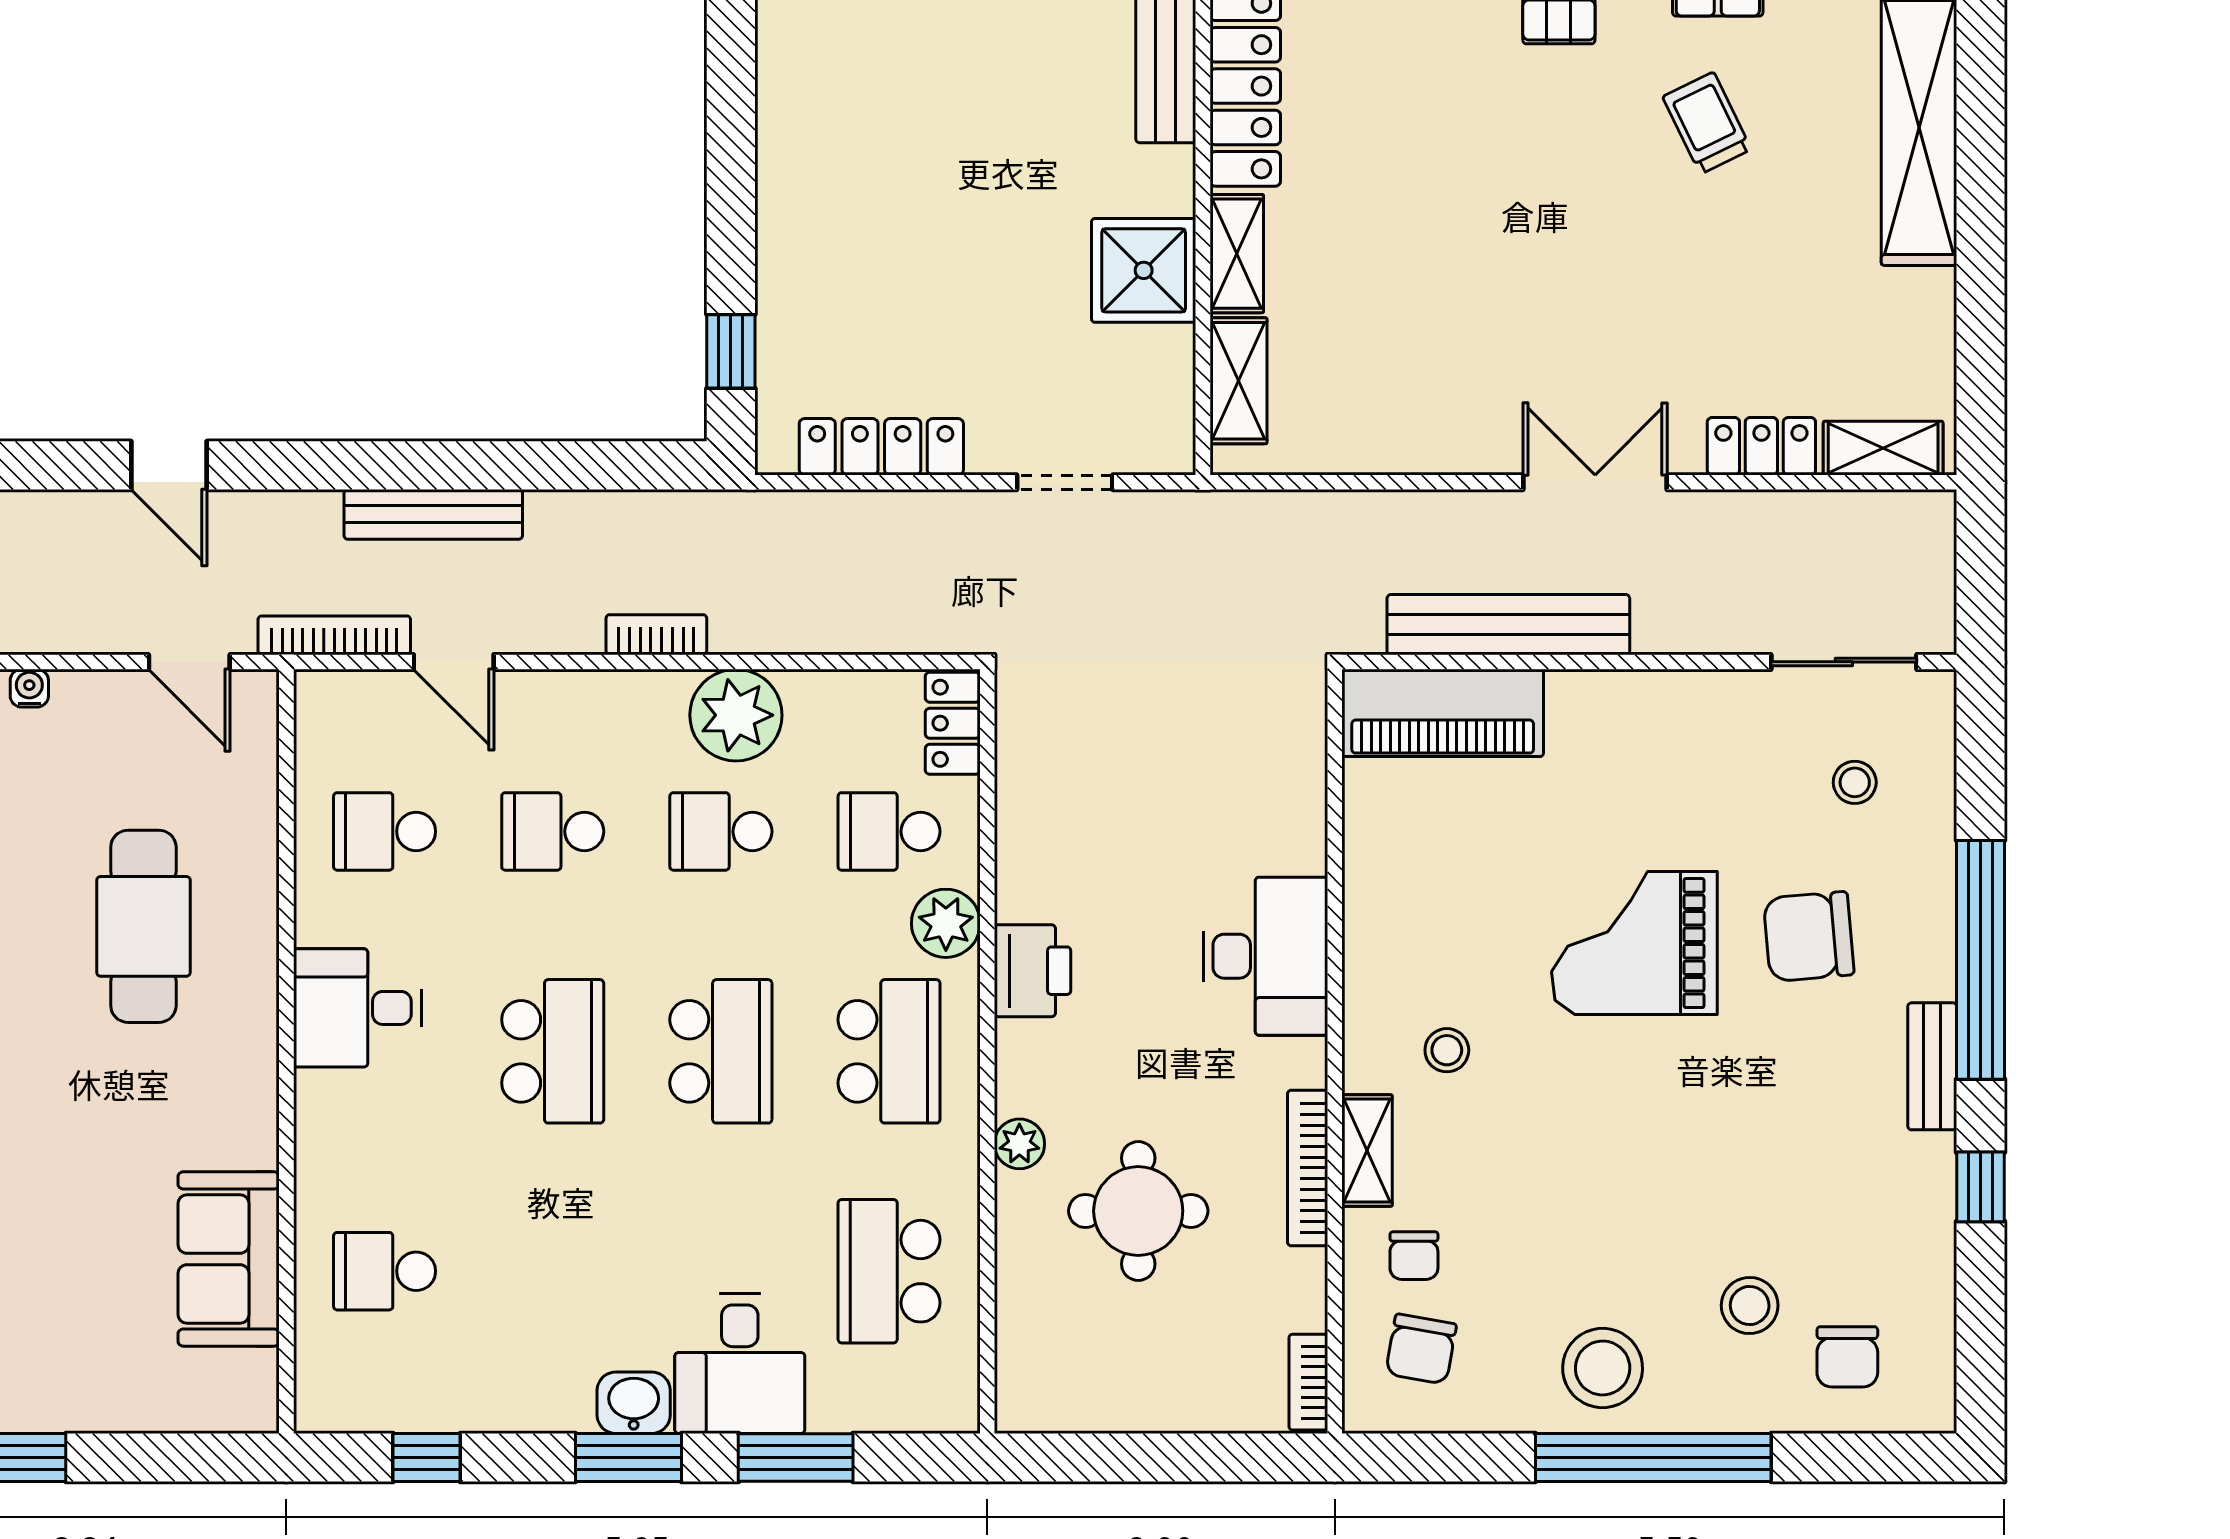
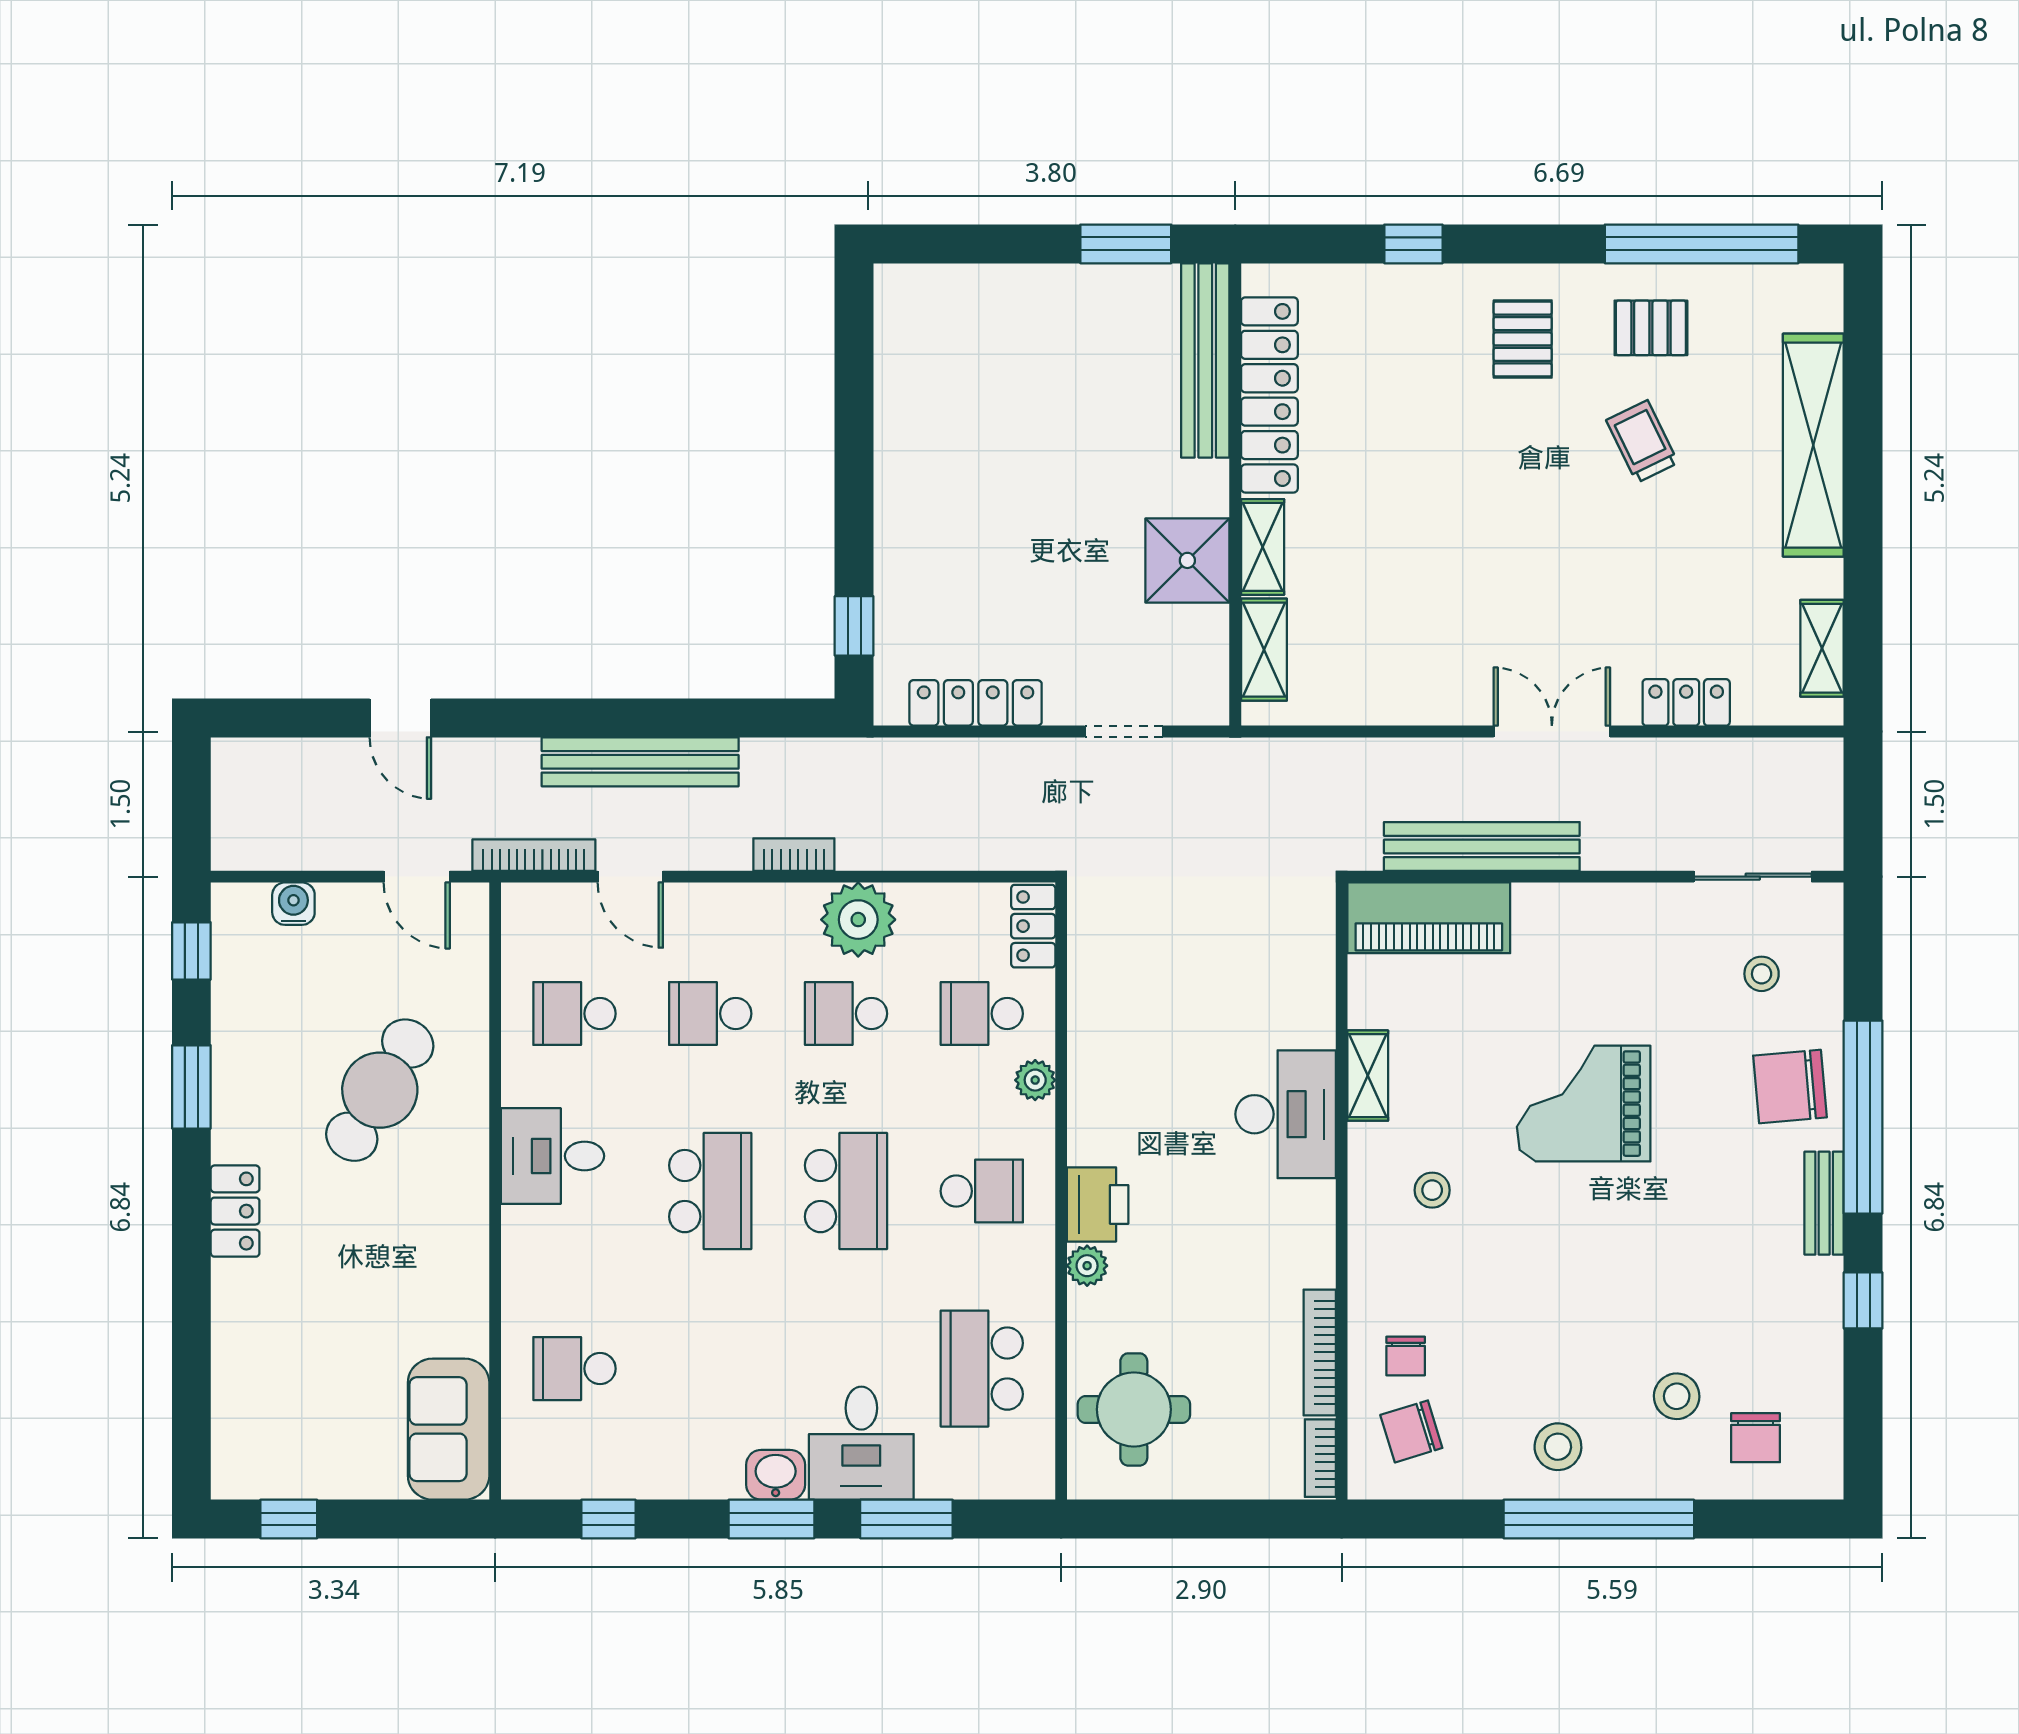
shelving: (1883, 448) -> (1822, 648), moved, turned 90
bench: (433, 514) -> (640, 762), width x1.37, depth x1.21
water cooler: (29, 688) -> (293, 904), width x1.38, depth x1.38
plant: (946, 923) -> (1035, 1080), width x0.73, depth x0.73
cafe table: (143, 926) -> (380, 1090), turned 31
chair: (1809, 937) -> (1790, 1086), moved
printer: (1032, 971) -> (1098, 1204), moved
school desk: (889, 1051) -> (982, 1191), width x0.54
shelving: (1367, 1151) -> (1368, 1076), moved
bookcase: (1308, 1168) -> (1320, 1352), moved
round table: (1138, 1211) -> (1134, 1409), moved
sofa: (229, 1259) -> (449, 1429), moved
chair: (1421, 1349) -> (1411, 1431), turned 63
stool: (1603, 1368) -> (1558, 1447), width x0.73, depth x0.73

